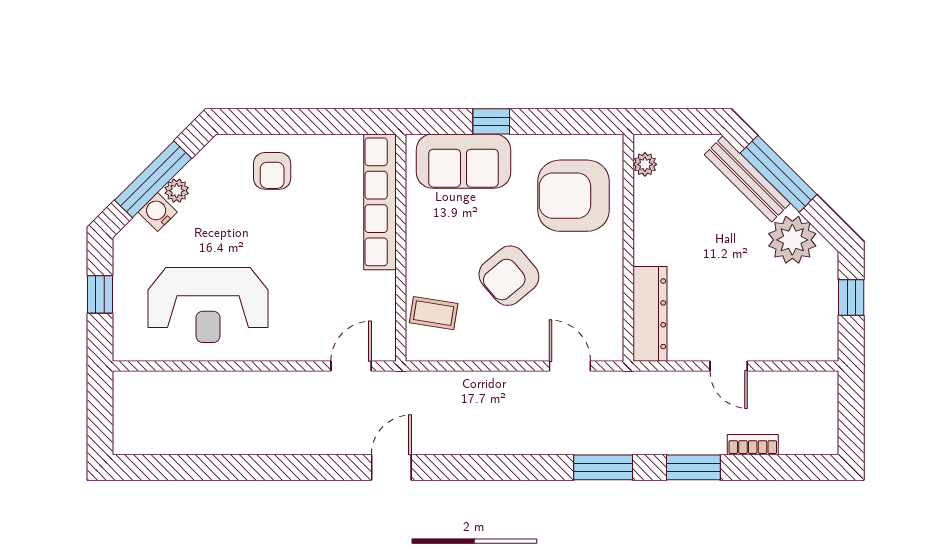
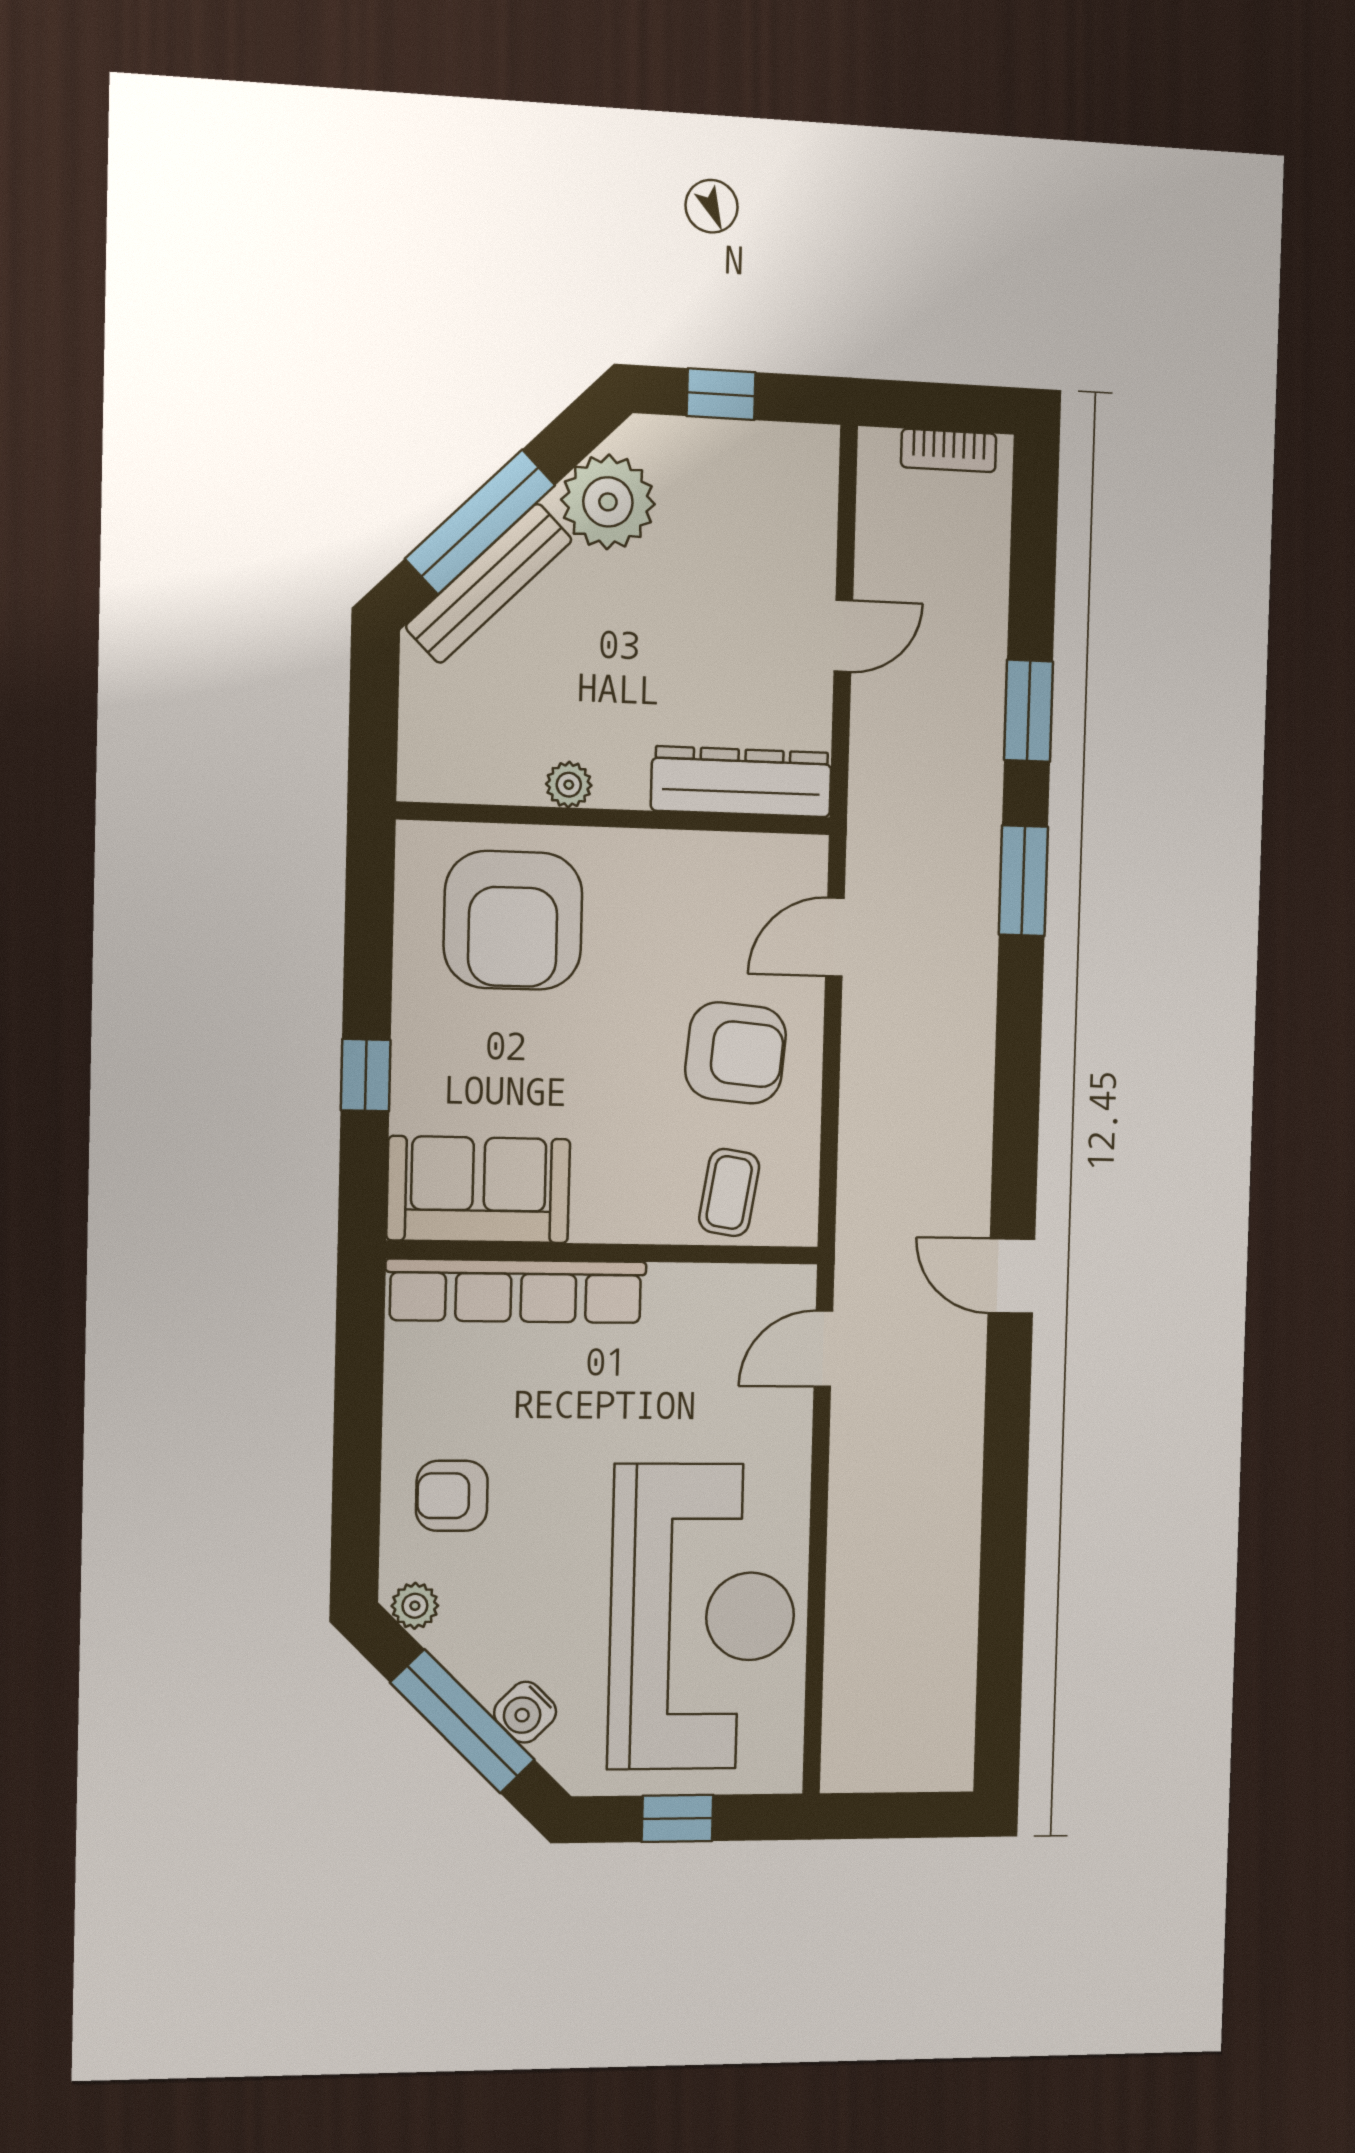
sofa: (463, 161) -> (478, 1190), moved, turned -90
plant: (645, 164) -> (569, 785), moved
armchair: (272, 171) -> (452, 1496), turned 180
plant: (177, 191) -> (415, 1606), moved
armchair: (509, 276) -> (736, 1053), moved, turned -45
reception desk: (208, 305) -> (703, 1617), width x1.36, depth x1.30
door: (351, 366) -> (823, 1349), hinge flipped
bookcase: (753, 445) -> (949, 450), moved, turned -90

